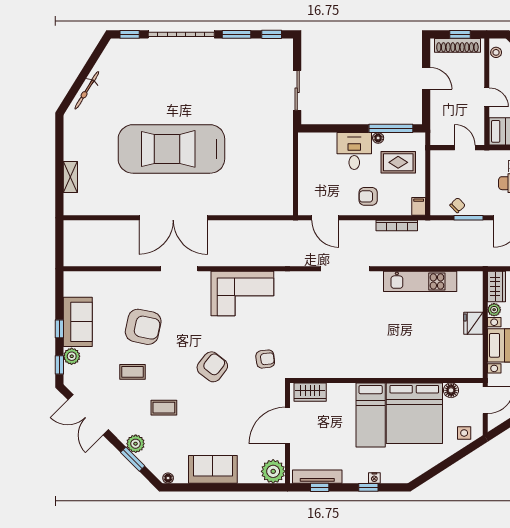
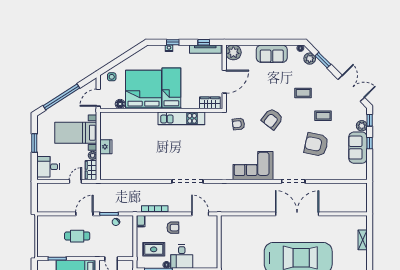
kitchen unit: (420, 281) -> (181, 118), moved, turned 180
plant: (136, 444) -> (310, 59), moved

